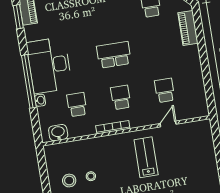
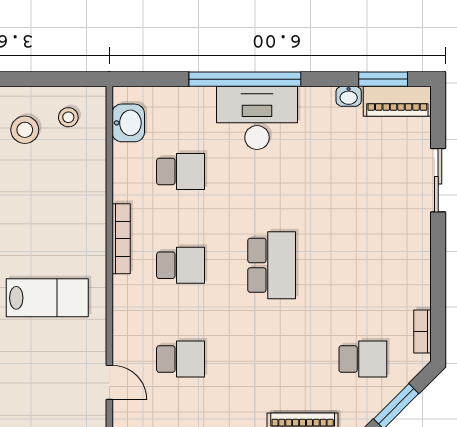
desk: (49, 65) -> (257, 118), width x0.73, depth x0.77
washbasin: (40, 100) -> (349, 96), moved
door: (168, 124) -> (109, 382), moved
stool: (91, 176) -> (68, 117), moved

